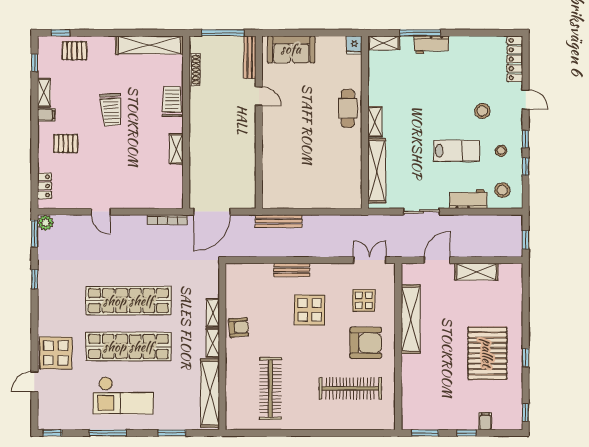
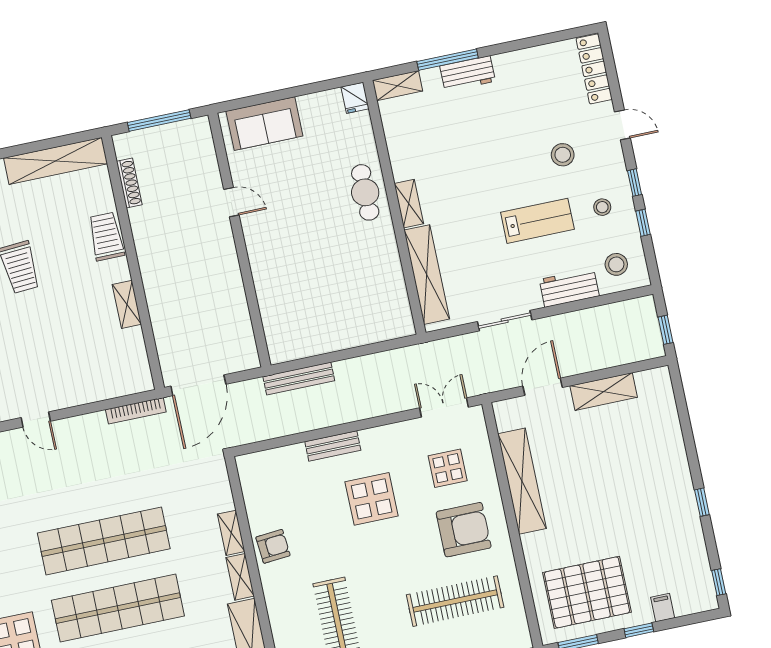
bench: (250, 57) -> (206, 148), removed
pallet: (487, 353) -> (587, 592), moved, turned 90

